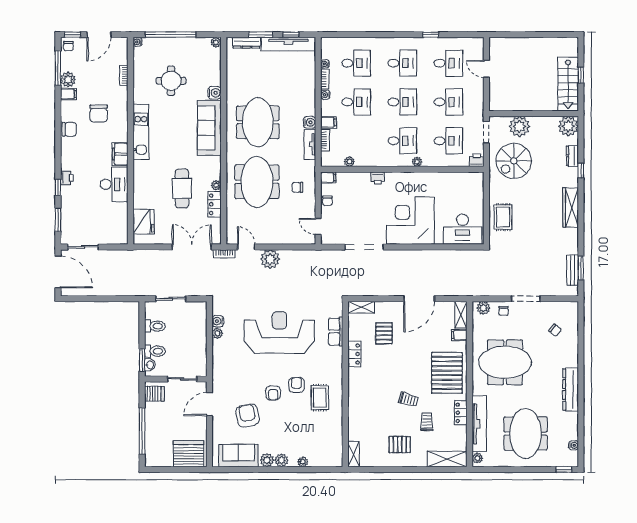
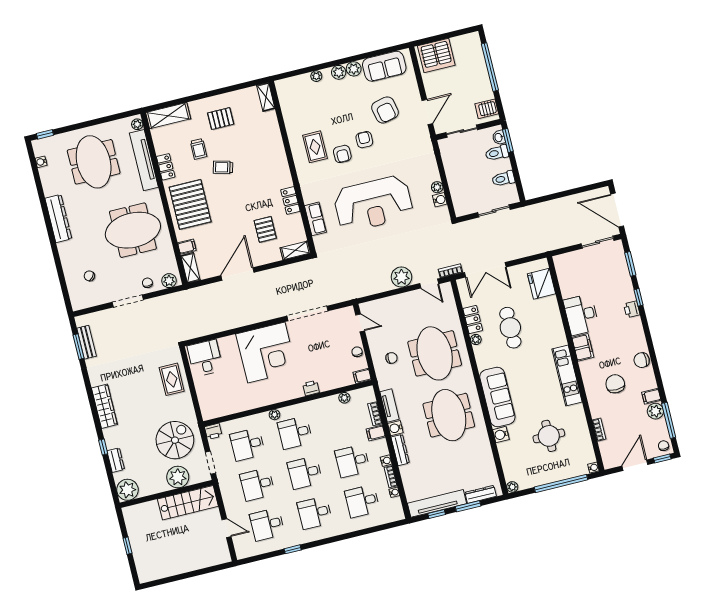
stairs: (568, 84) -> (188, 503), moved, turned 90
dresser: (310, 101) -> (400, 450), added
desk: (462, 229) -> (205, 358), width x0.73

